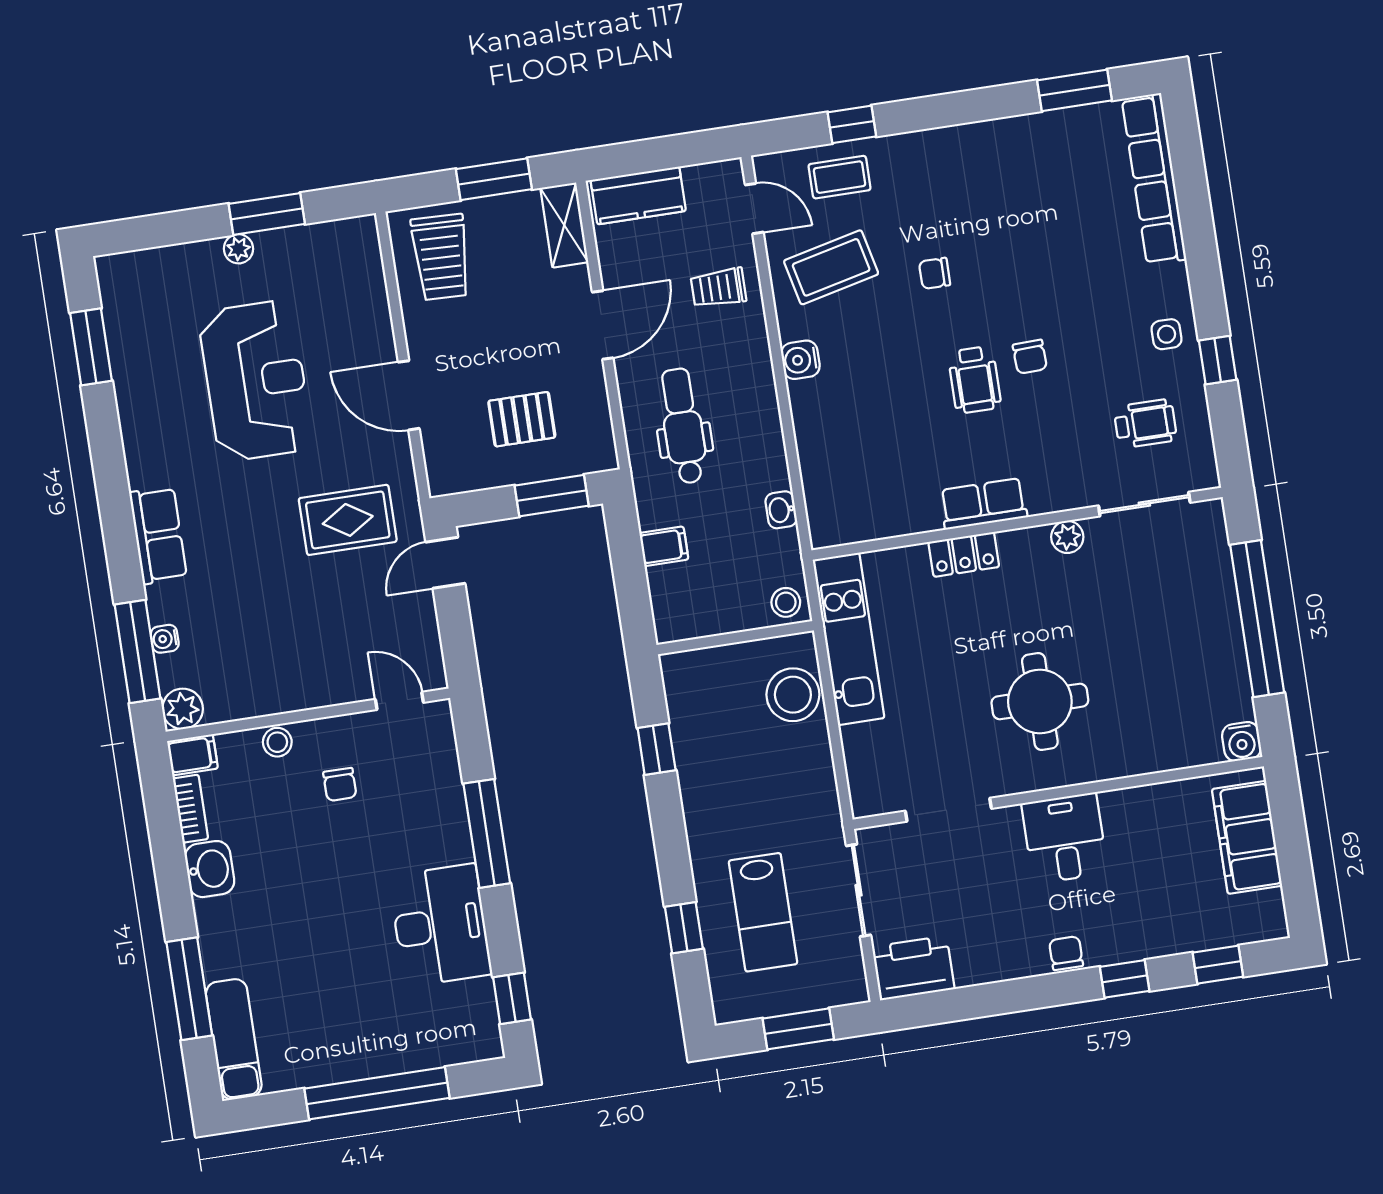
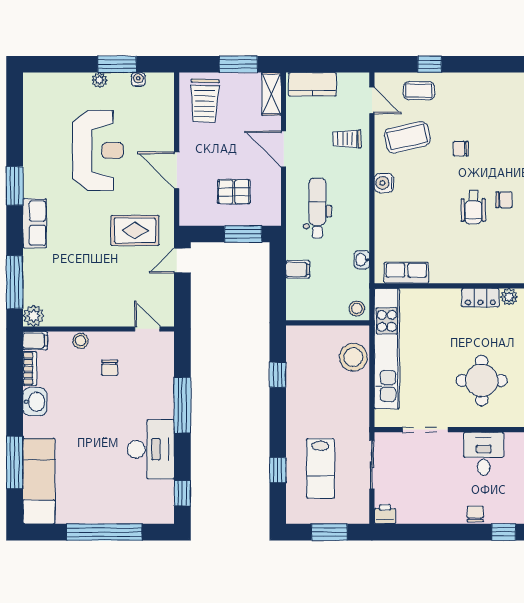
door: (603, 325) -> (284, 149), swing flipped
window: (91, 347) -> (15, 186), moved
chair: (1030, 357) -> (504, 200), turned -88
row of seats: (983, 504) -> (406, 273), moved
locker: (964, 554) -> (480, 298), moved
water cooler: (165, 639) -> (138, 79), moved, turned 90
kitchen unit: (849, 639) -> (387, 349), width x1.36
printer: (913, 968) -> (385, 514), width x0.53, depth x0.68
exam couch: (234, 1039) -> (39, 481), width x1.36, depth x1.45

